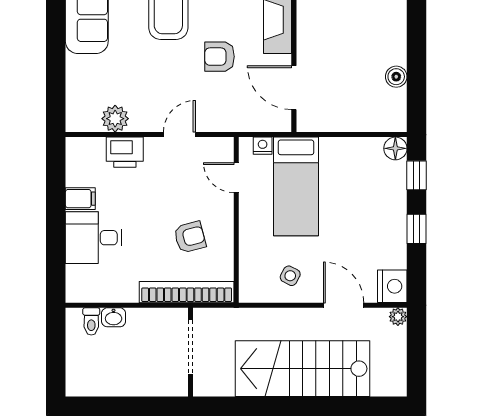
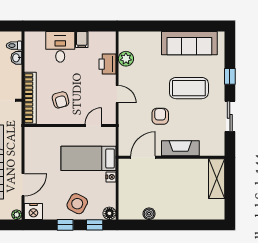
nightstand: (263, 146) -> (111, 177), moved
side table: (290, 276) -> (77, 204), moved, width x1.87, depth x1.87

